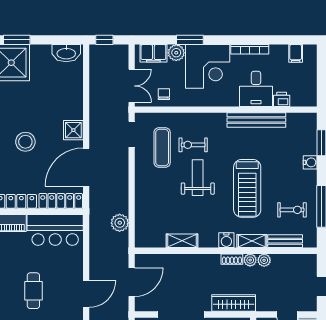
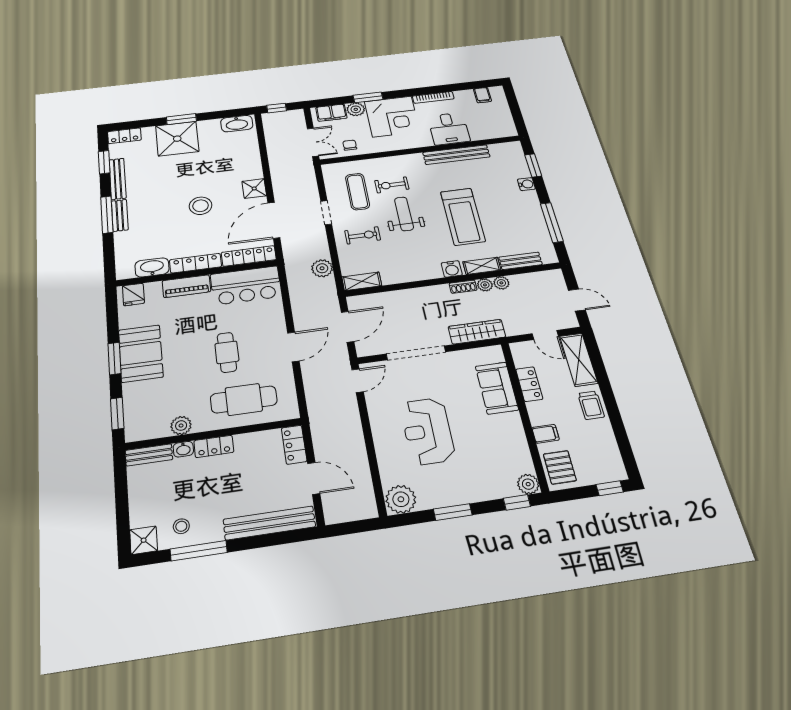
printer: (282, 99) -> (479, 134), removed
doorway: (132, 134) -> (326, 213), moved
exercise bike: (292, 210) -> (363, 235), moved
shelving: (182, 241) -> (362, 281), moved

